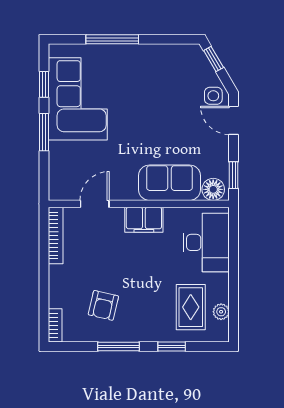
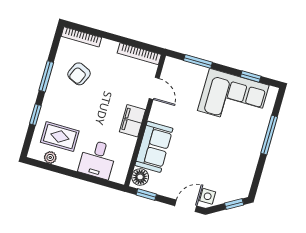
window: (44, 132) -> (198, 61), moved
desk: (206, 242) -> (98, 159), width x0.73
armchair: (103, 305) -> (79, 74), turned -78
bookcase: (55, 325) -> (81, 37), width x1.56

